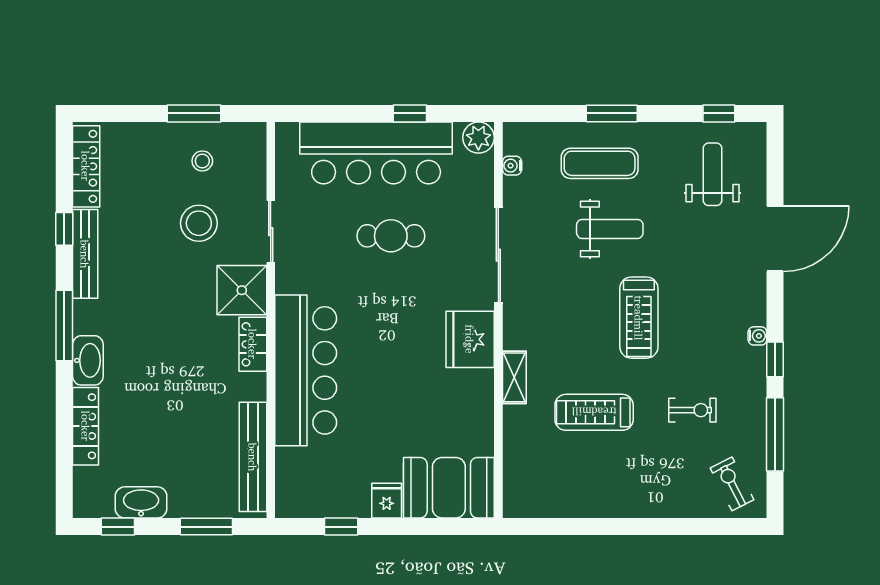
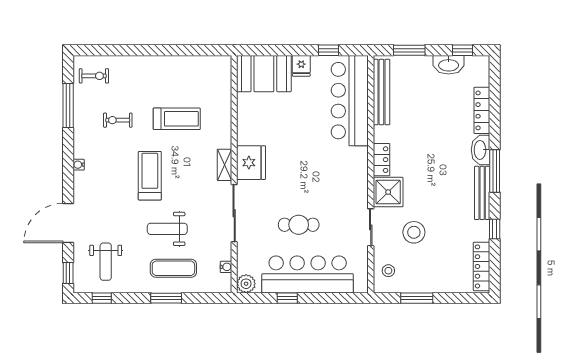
stool: (202, 161) -> (388, 271), moved
bench: (85, 254) -> (482, 193), moved
window: (775, 359) -> (68, 273), moved
bar counter: (306, 370) -> (350, 101), moved
shelving: (514, 377) -> (225, 165), moved
exercise bike: (732, 484) -> (94, 76), turned -63

